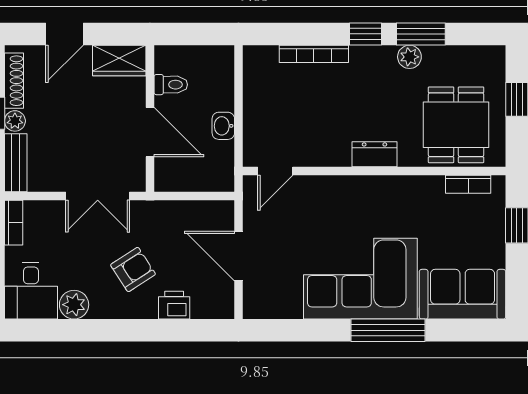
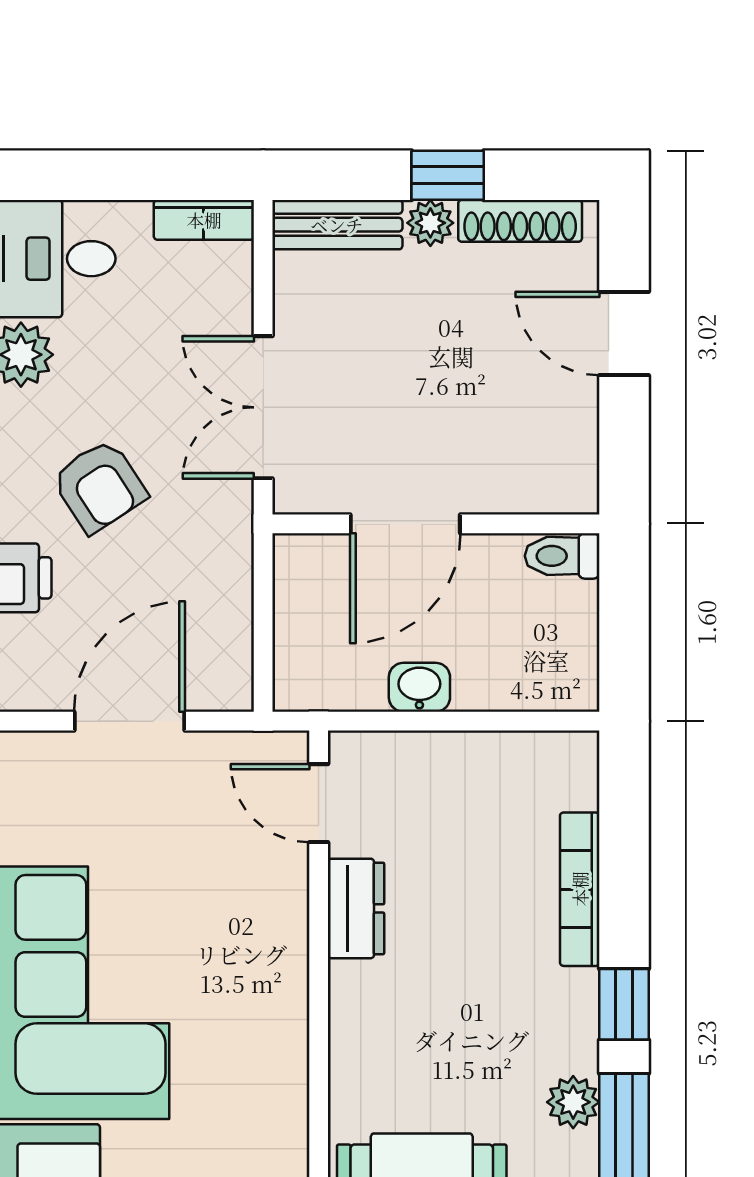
wardrobe: (119, 61) -> (565, 455), removed
toilet: (171, 85) -> (562, 556), moved, turned 90
dresser: (374, 154) -> (356, 908), moved

